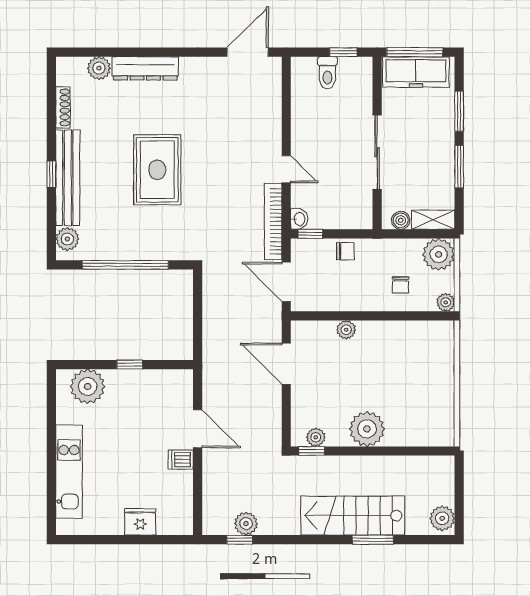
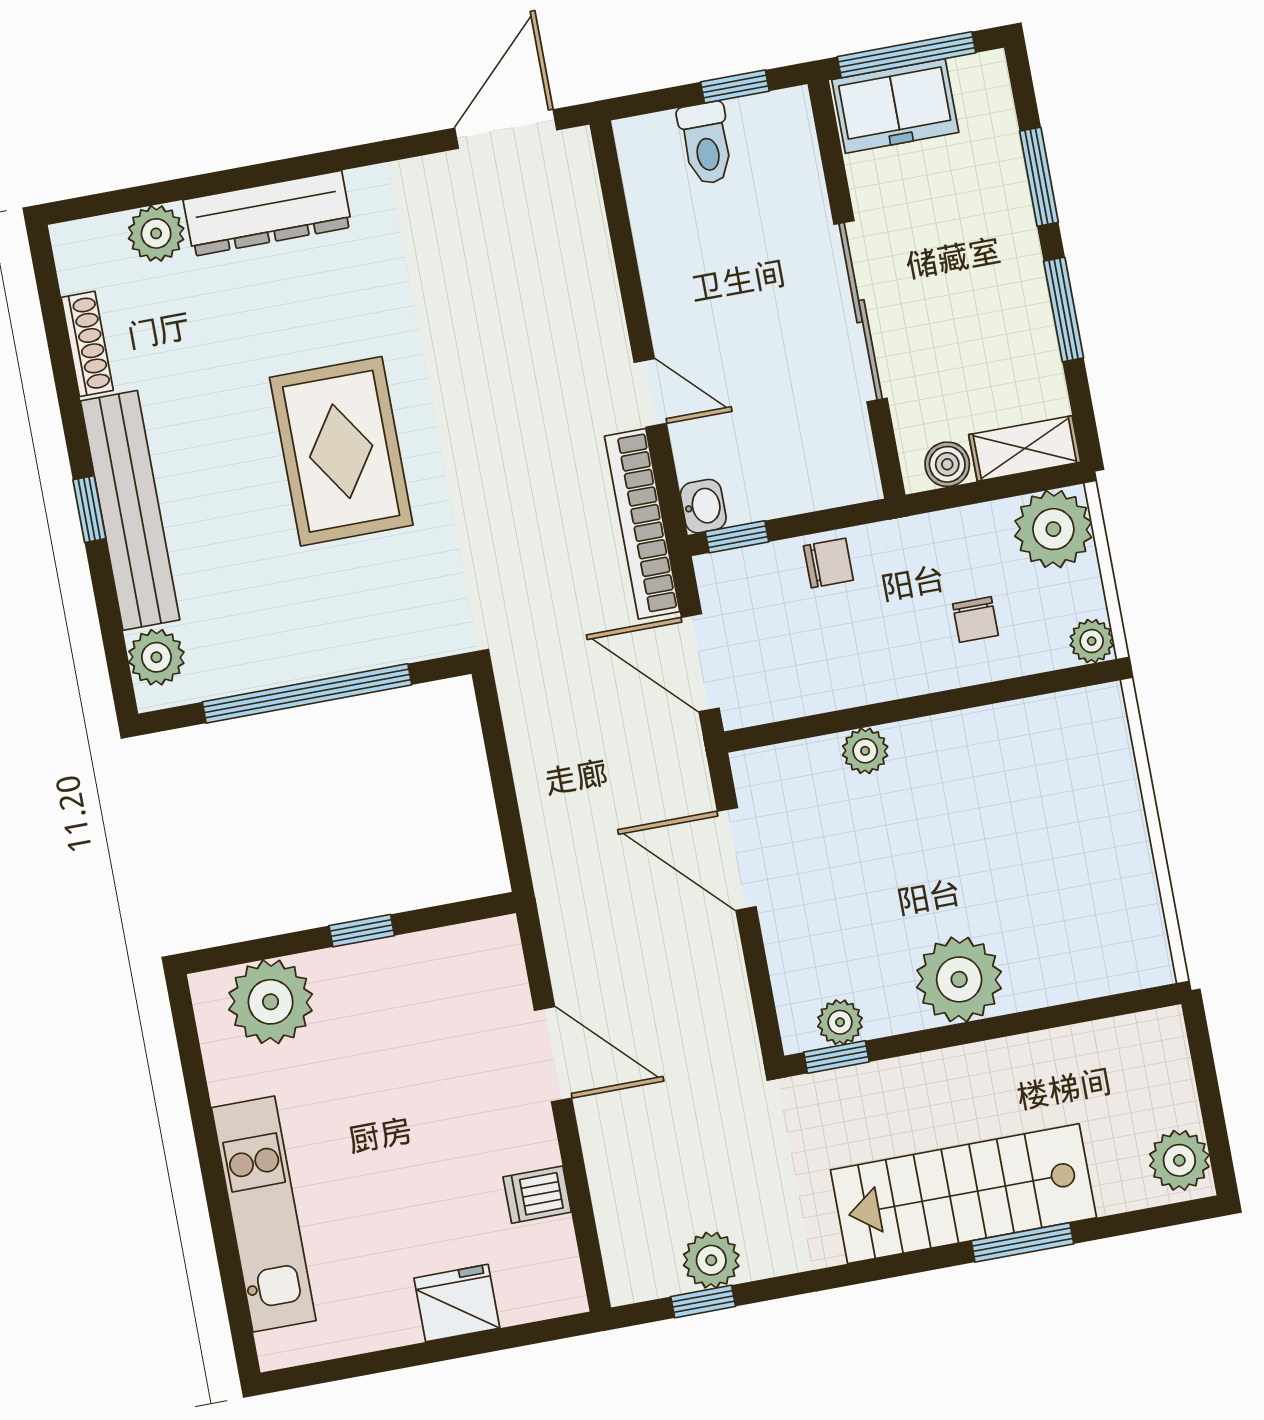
freezer: (416, 72) -> (895, 106), width x0.71
dishwasher: (181, 460) -> (537, 1195), moved

